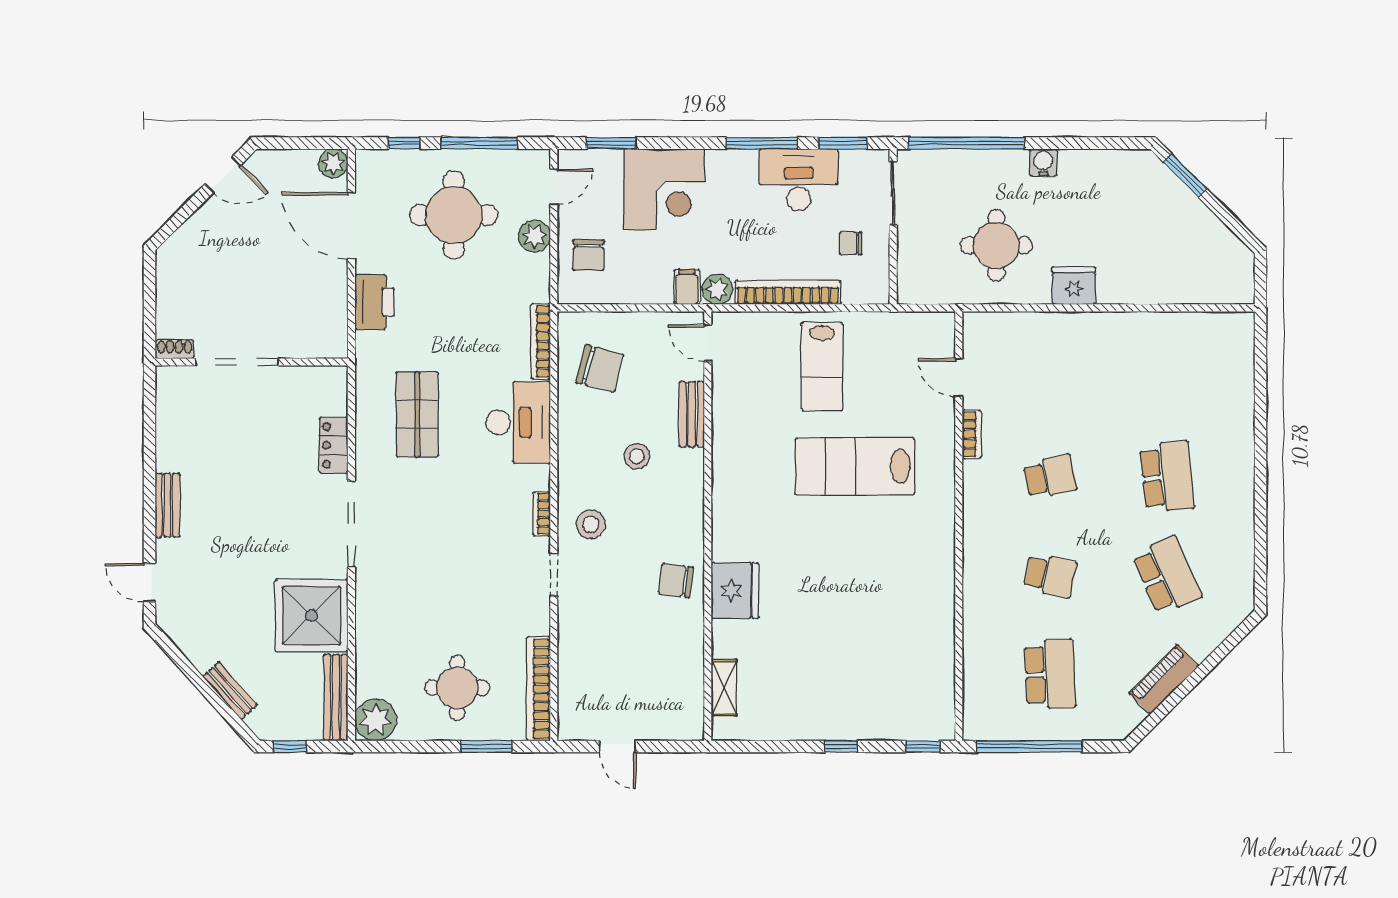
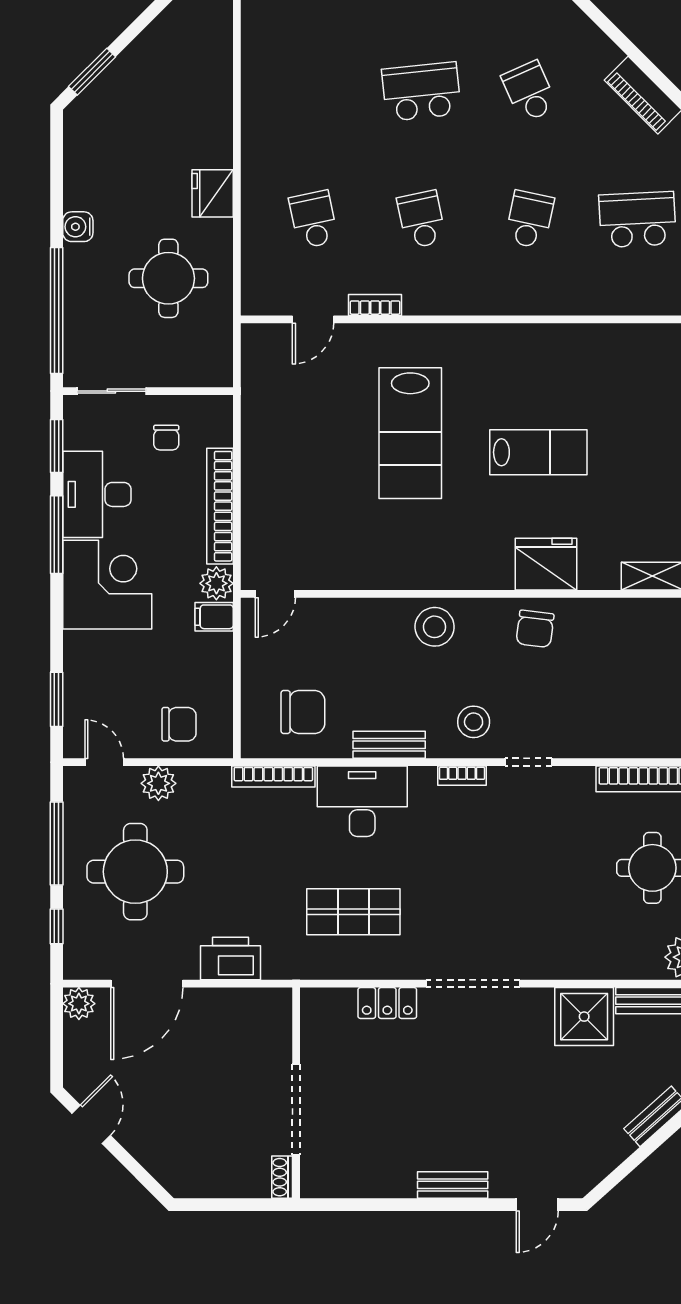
corner desk: (664, 189) -> (107, 585), moved
lab bench: (822, 367) -> (538, 452), moved
chair: (600, 368) -> (303, 712), turned 75
school desk: (1050, 378) -> (313, 220), added
bench: (692, 414) -> (389, 745), moved
stool: (637, 456) -> (435, 627), moved, width x1.38, depth x1.38
school desk: (1167, 575) -> (529, 92), width x0.54
shower: (312, 616) -> (584, 1017), width x0.73, depth x0.73

